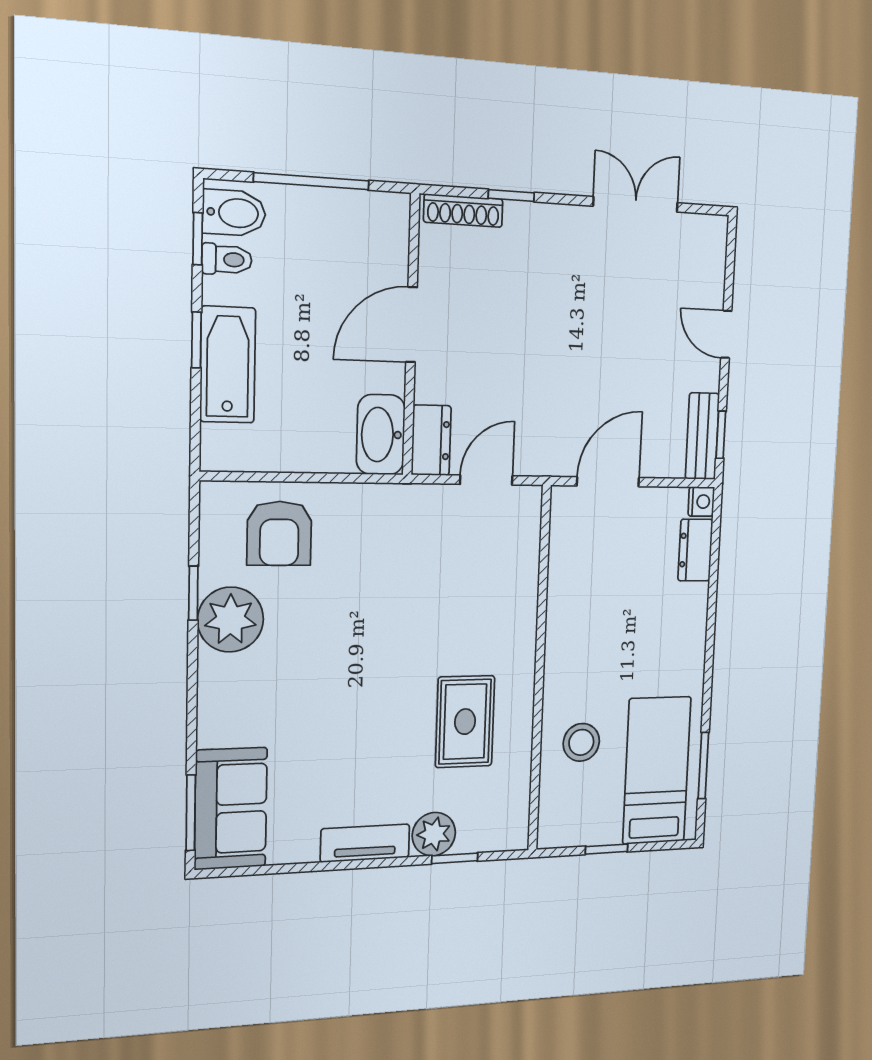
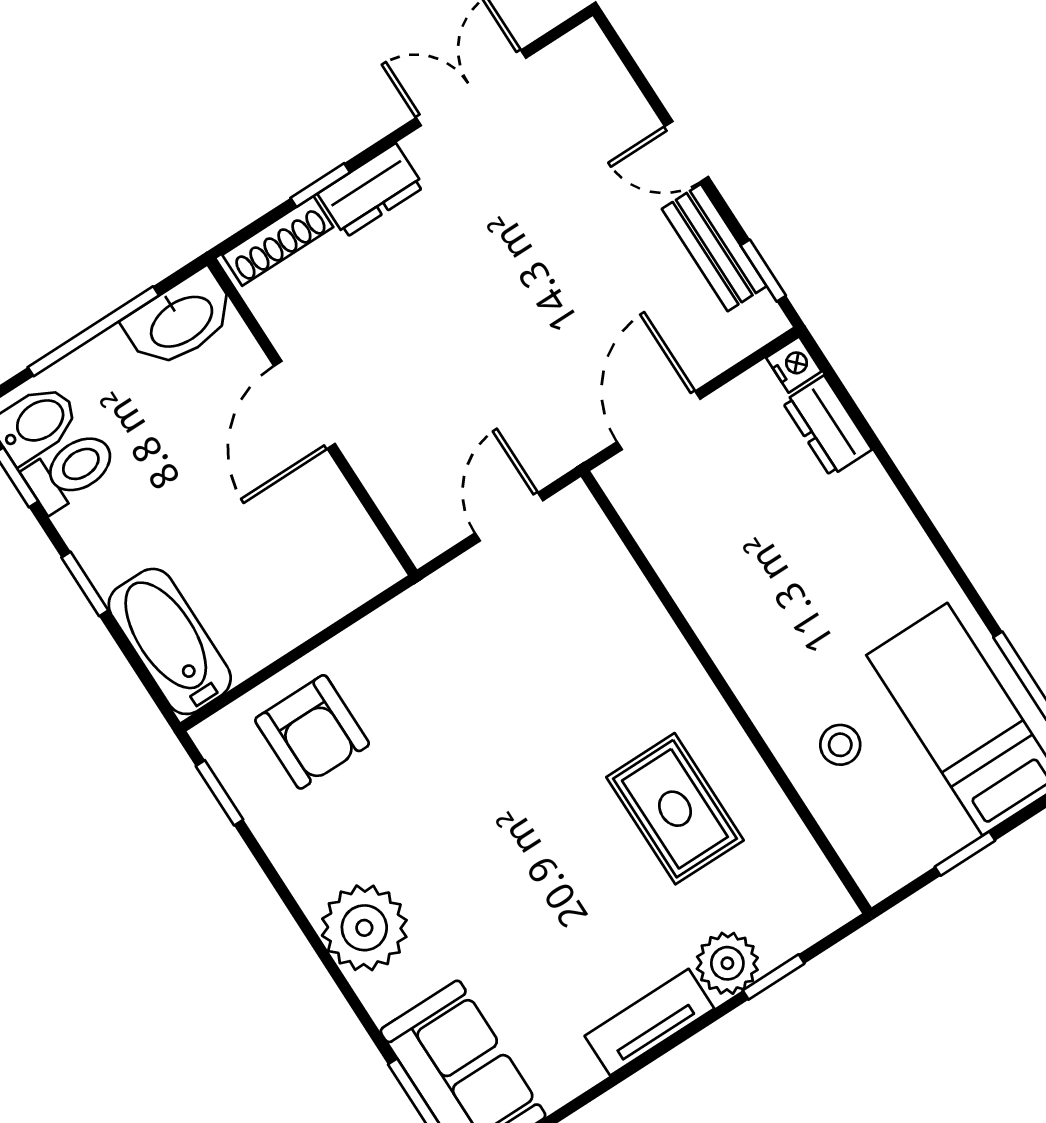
toilet: (227, 259) -> (71, 471), width x1.37, depth x1.39
bathtub: (228, 365) -> (170, 641), moved
washbasin: (381, 435) -> (180, 320), moved, turned -90
bench: (702, 436) -> (714, 248), moved
dresser: (431, 440) -> (371, 190), moved, turned 90
window: (193, 593) -> (219, 793), moved
plant: (231, 620) -> (364, 928), moved
stool: (581, 742) -> (840, 745), width x0.73, depth x0.73

